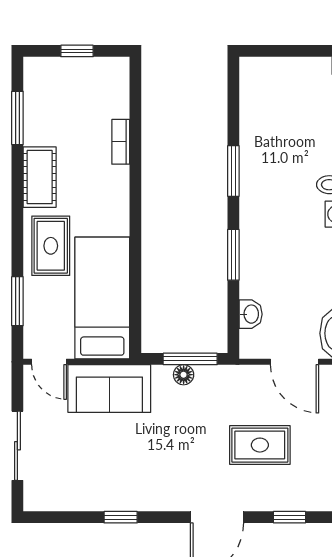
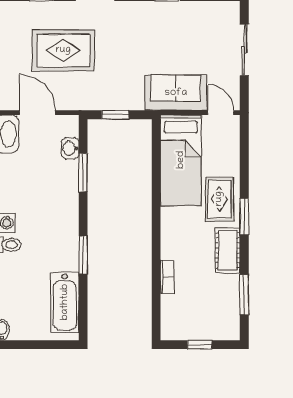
bathtub: (258, 108) -> (65, 302), added
window: (233, 255) -> (83, 173), moved
window: (17, 301) -> (244, 217), moved
window: (190, 359) -> (115, 115), width x0.67
floor lamp: (184, 375) -> (120, 103), removed
rug: (260, 445) -> (63, 50), width x1.36, depth x1.43

